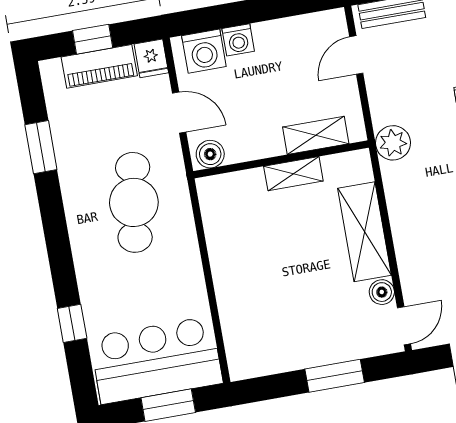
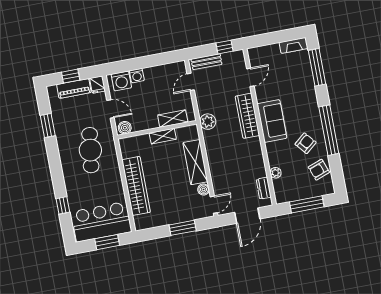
wardrobe: (233, 282) -> (136, 186), added

